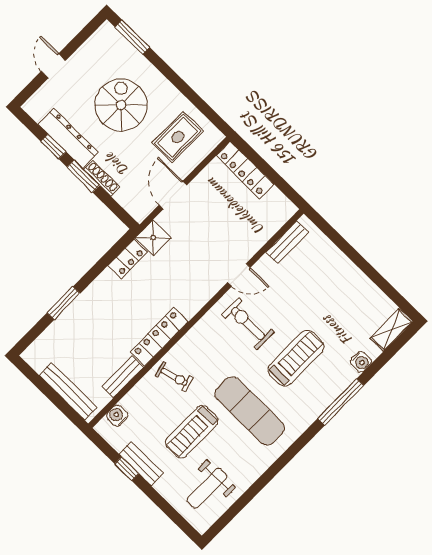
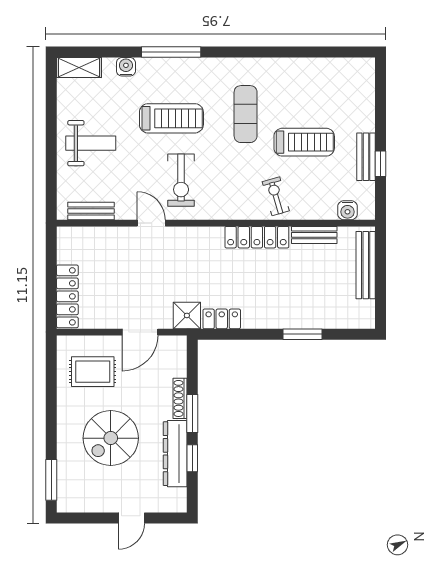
treadmill: (296, 358) -> (171, 118), turned 180
exercise mat: (250, 411) -> (246, 114), width x0.73, depth x0.69
weight bench: (207, 488) -> (91, 143), moved

